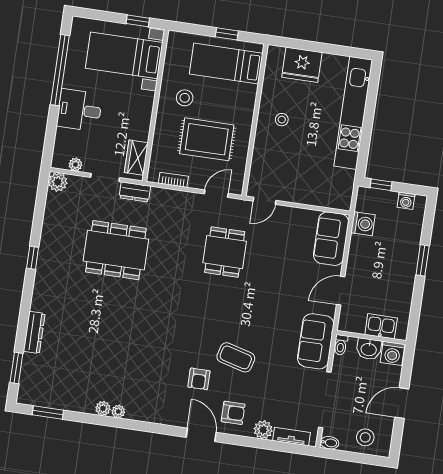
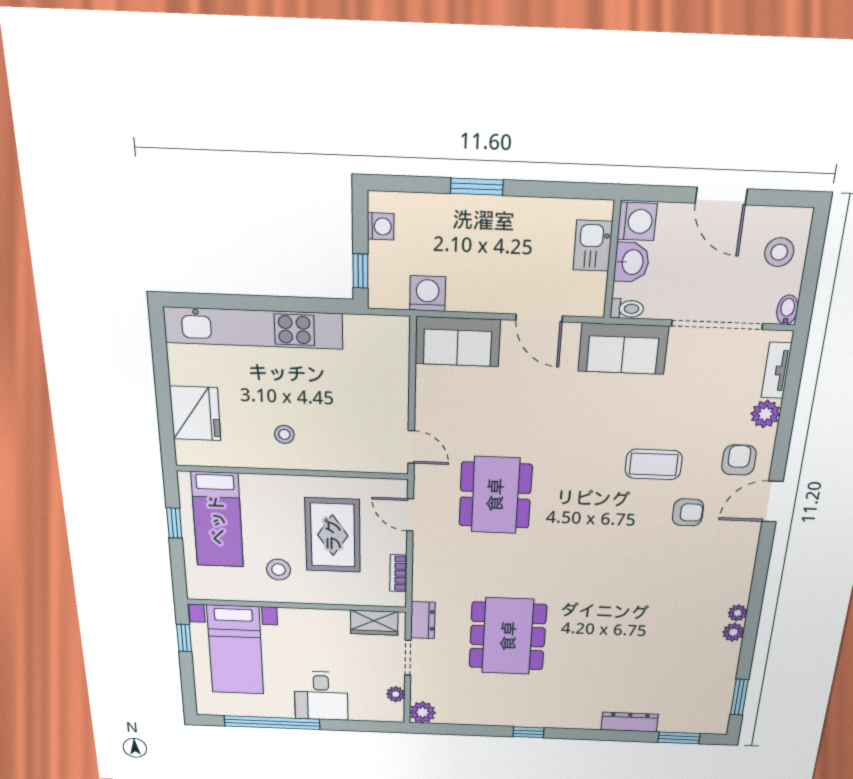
dining table: (225, 252) -> (495, 495), width x1.38
coffee table: (236, 357) -> (654, 464), turned 75

